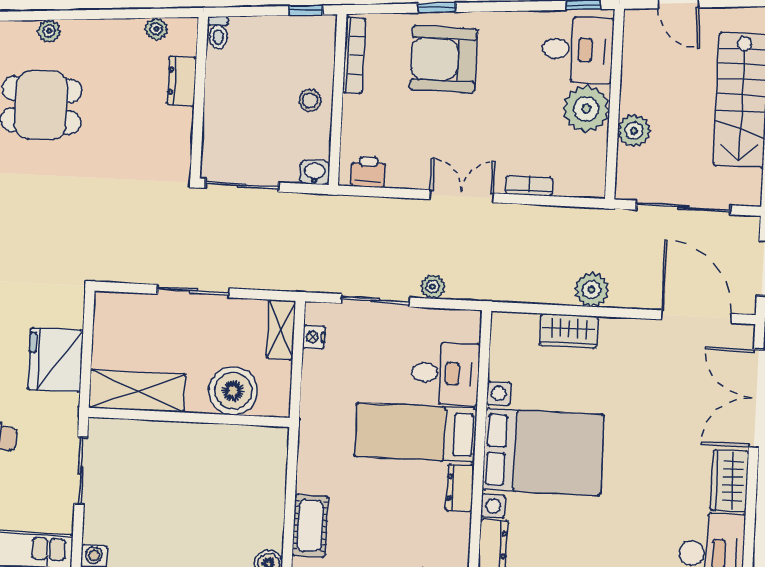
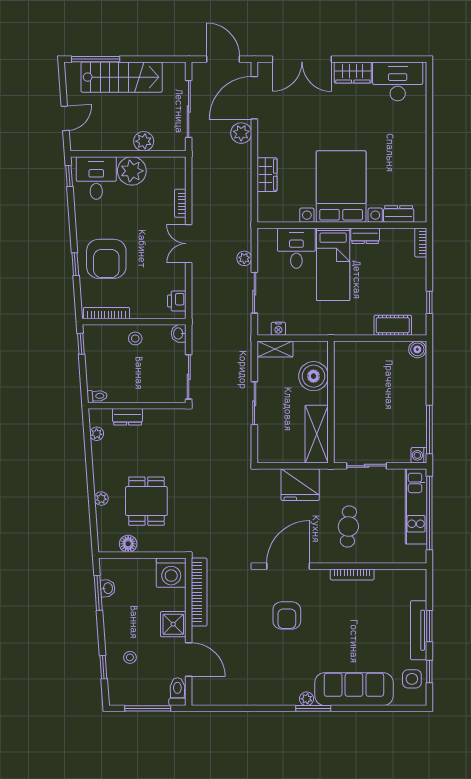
plant: (592, 290) -> (241, 133), moved

